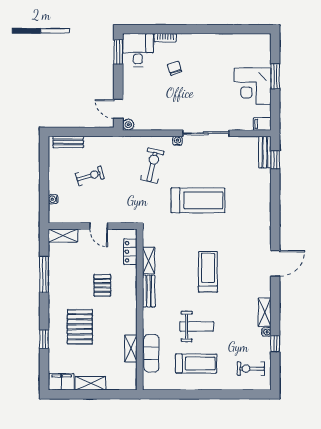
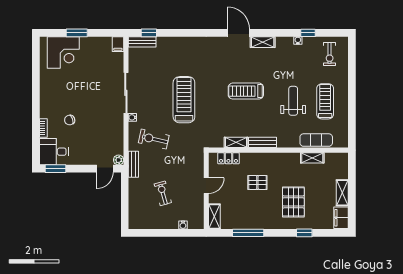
corner desk: (253, 86) -> (63, 52), moved
bench: (68, 142) -> (133, 164), moved
shelving: (265, 312) -> (263, 42), moved
pallet: (80, 327) -> (293, 202), turned 90

